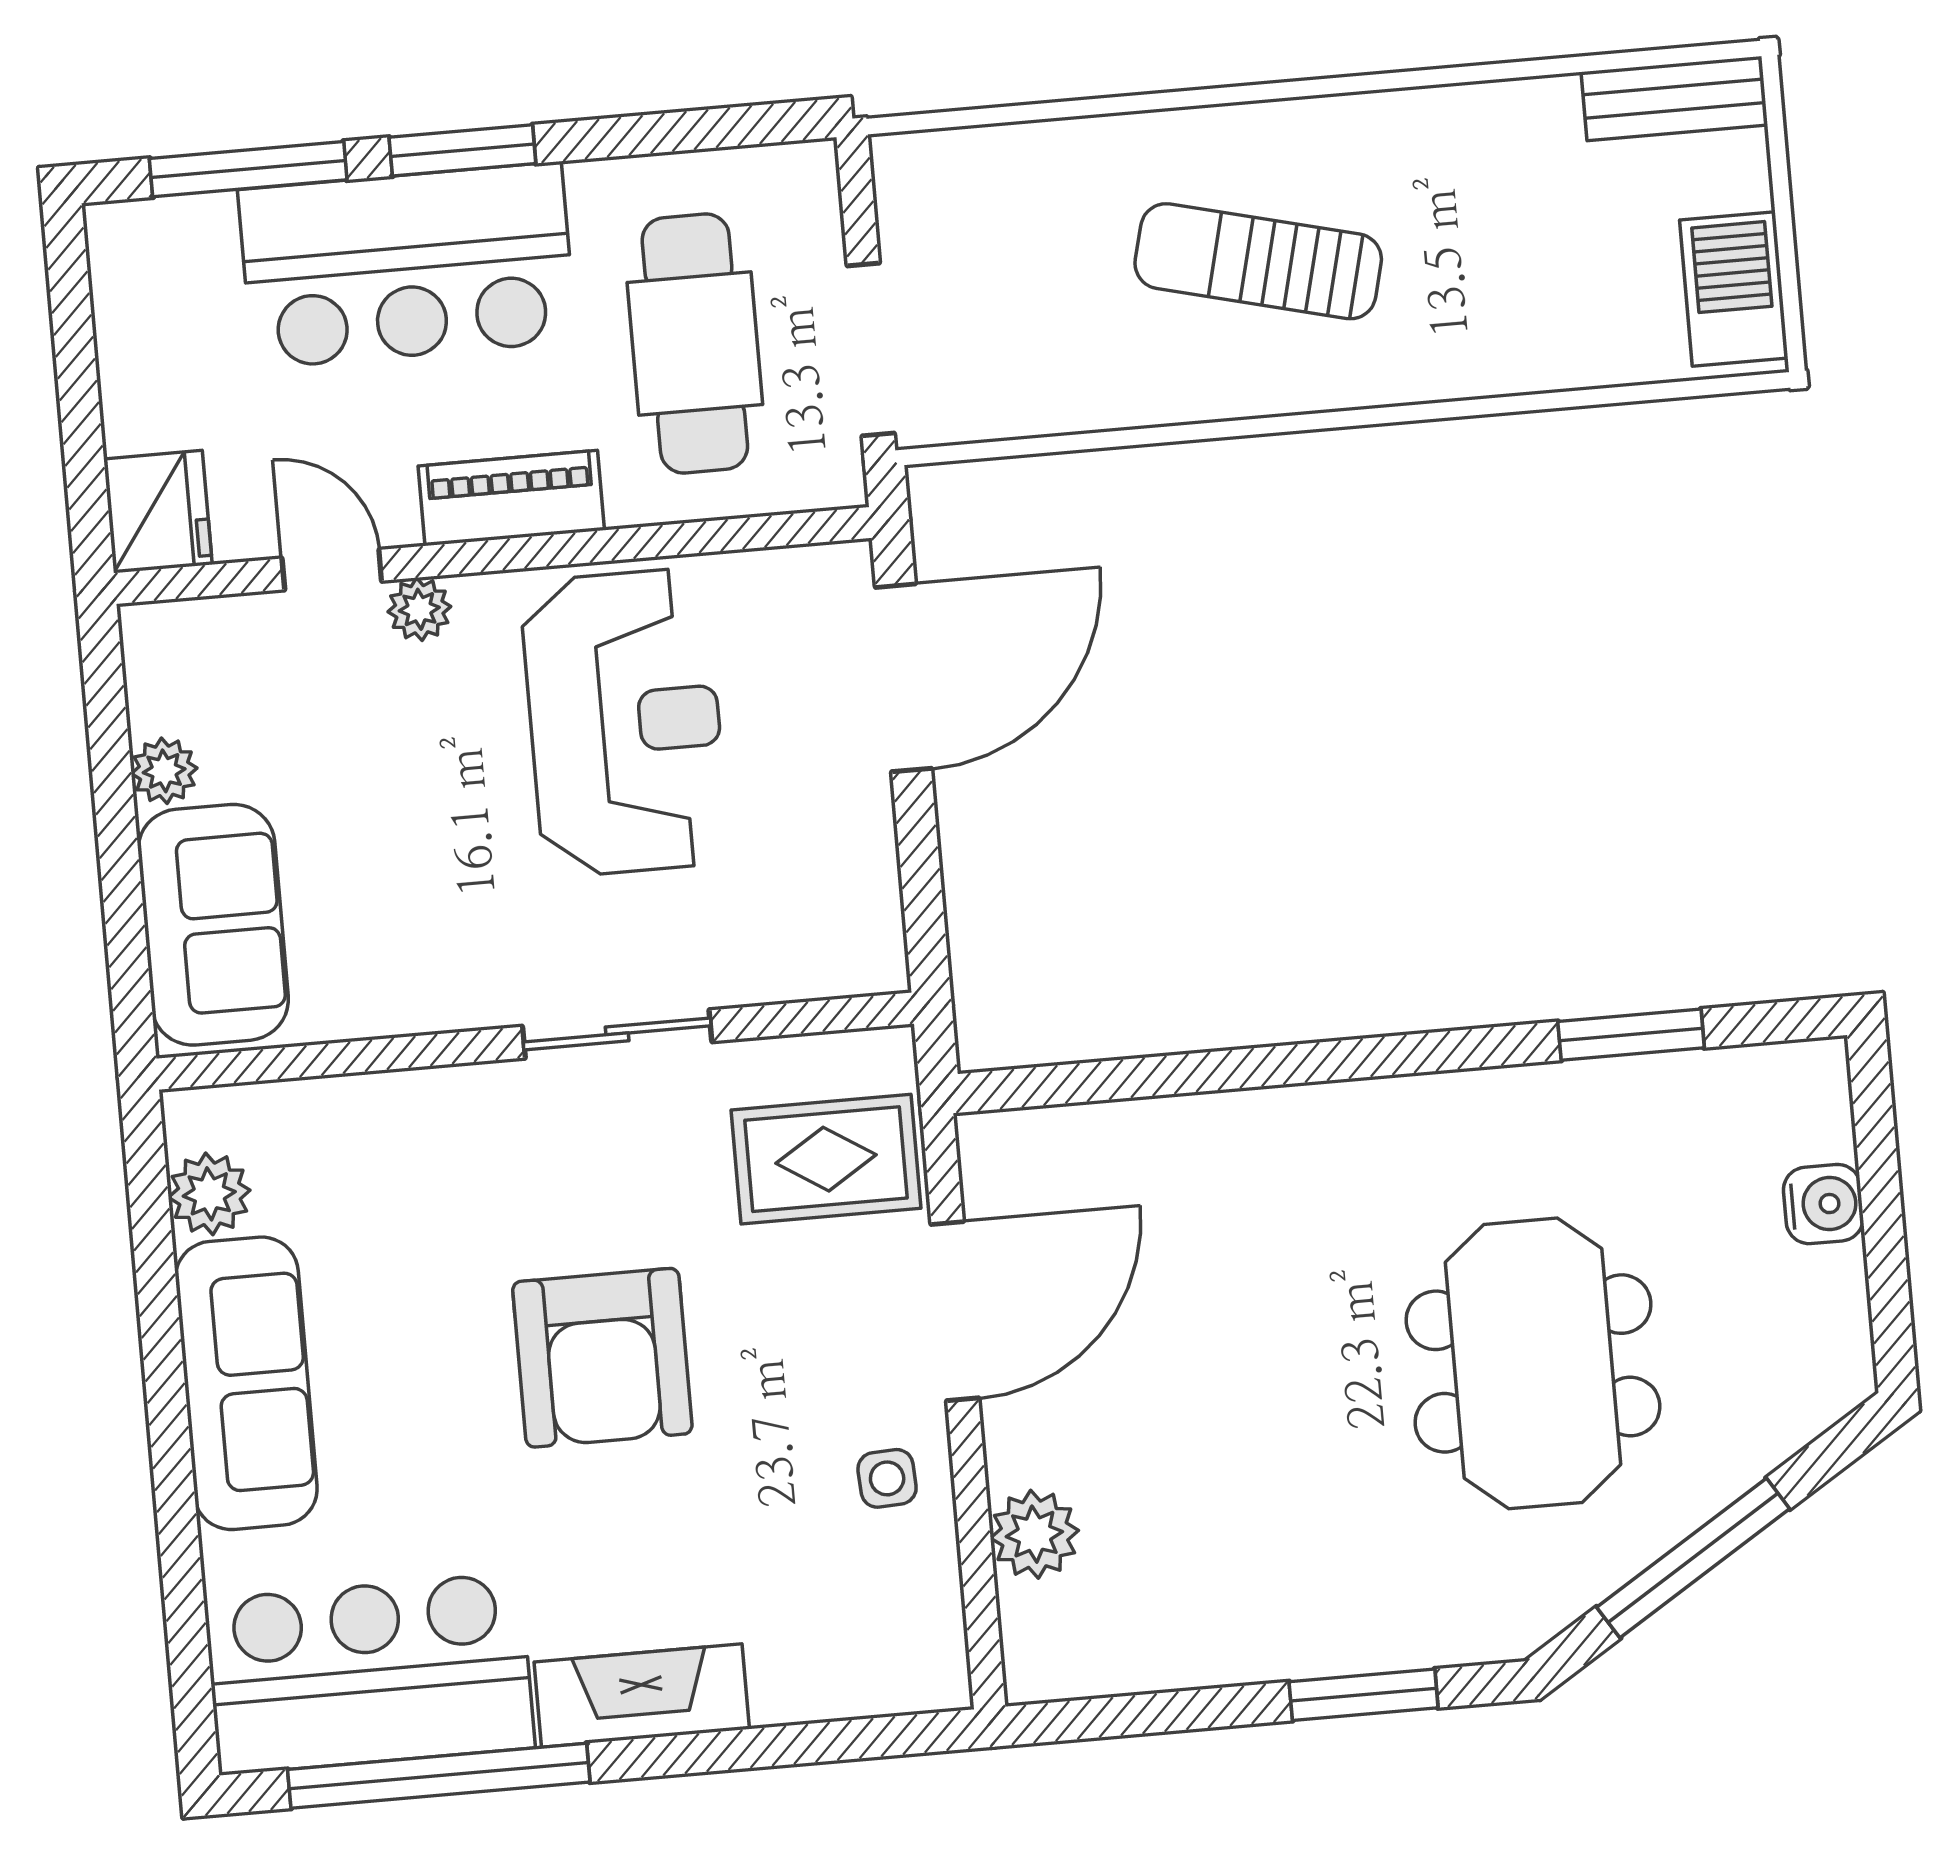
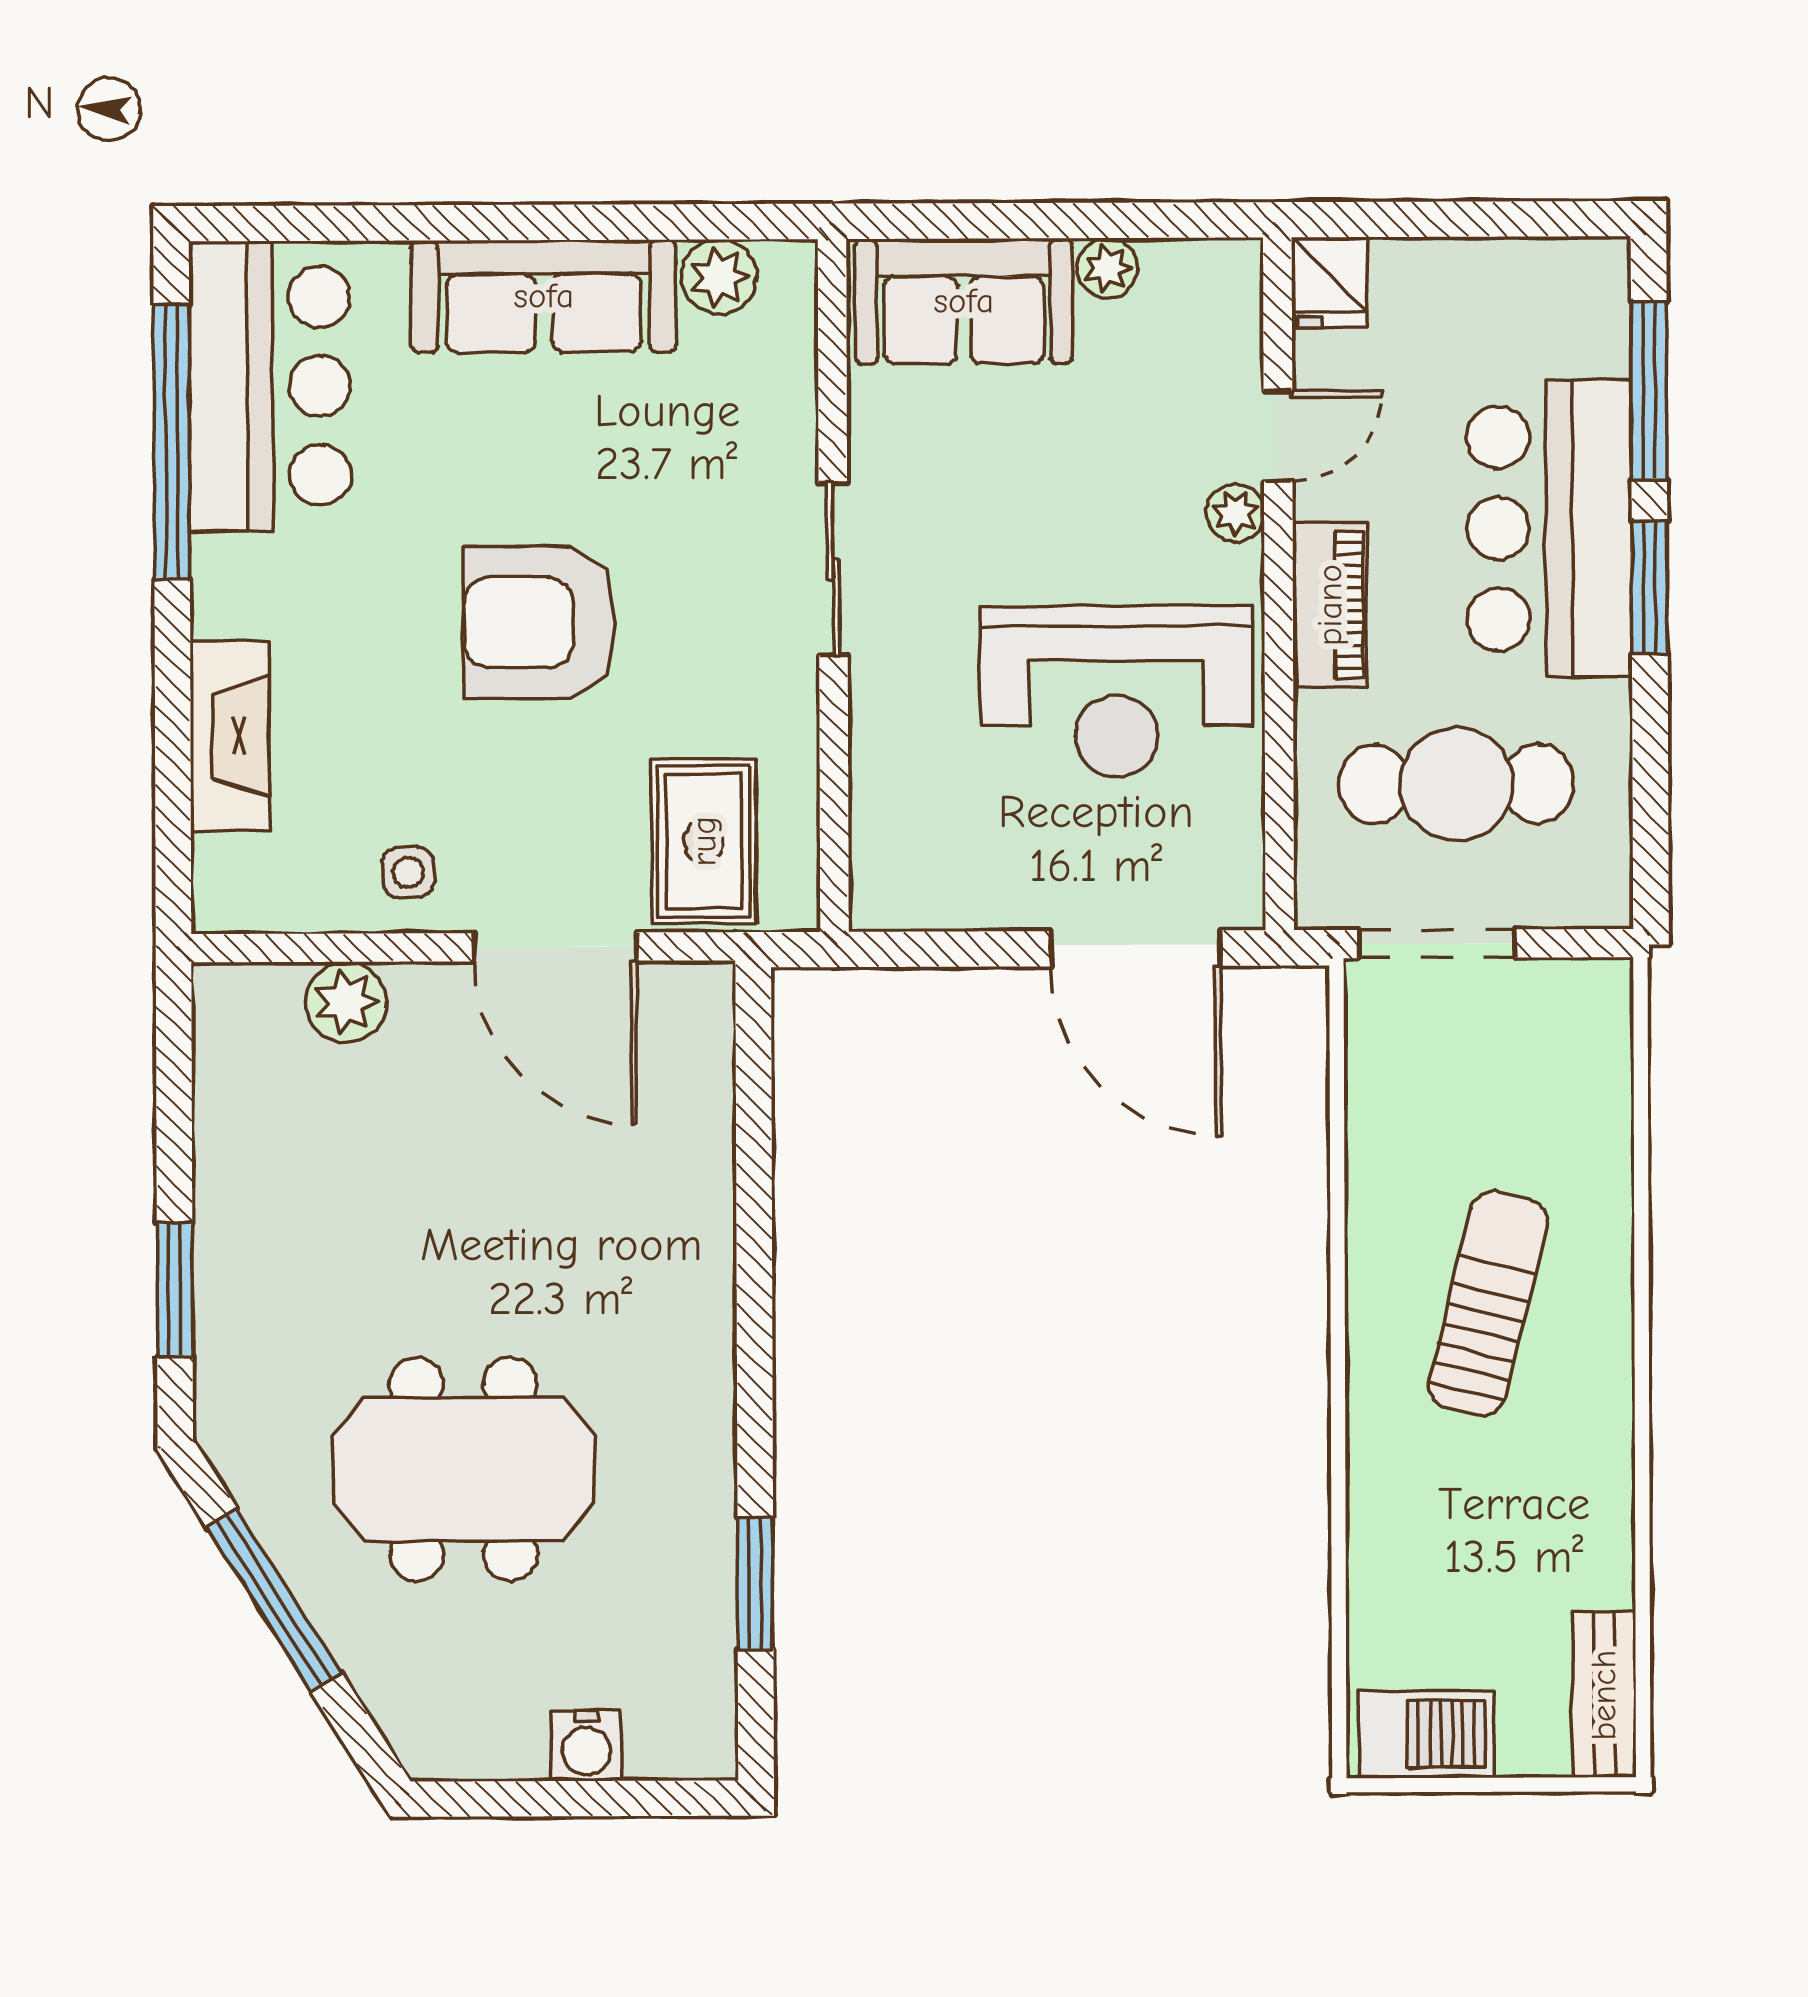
fridge: (158, 512) -> (1330, 282), width x0.72
sliding door: (617, 1034) -> (833, 569), moved
fireplace: (642, 1695) -> (230, 736), moved

